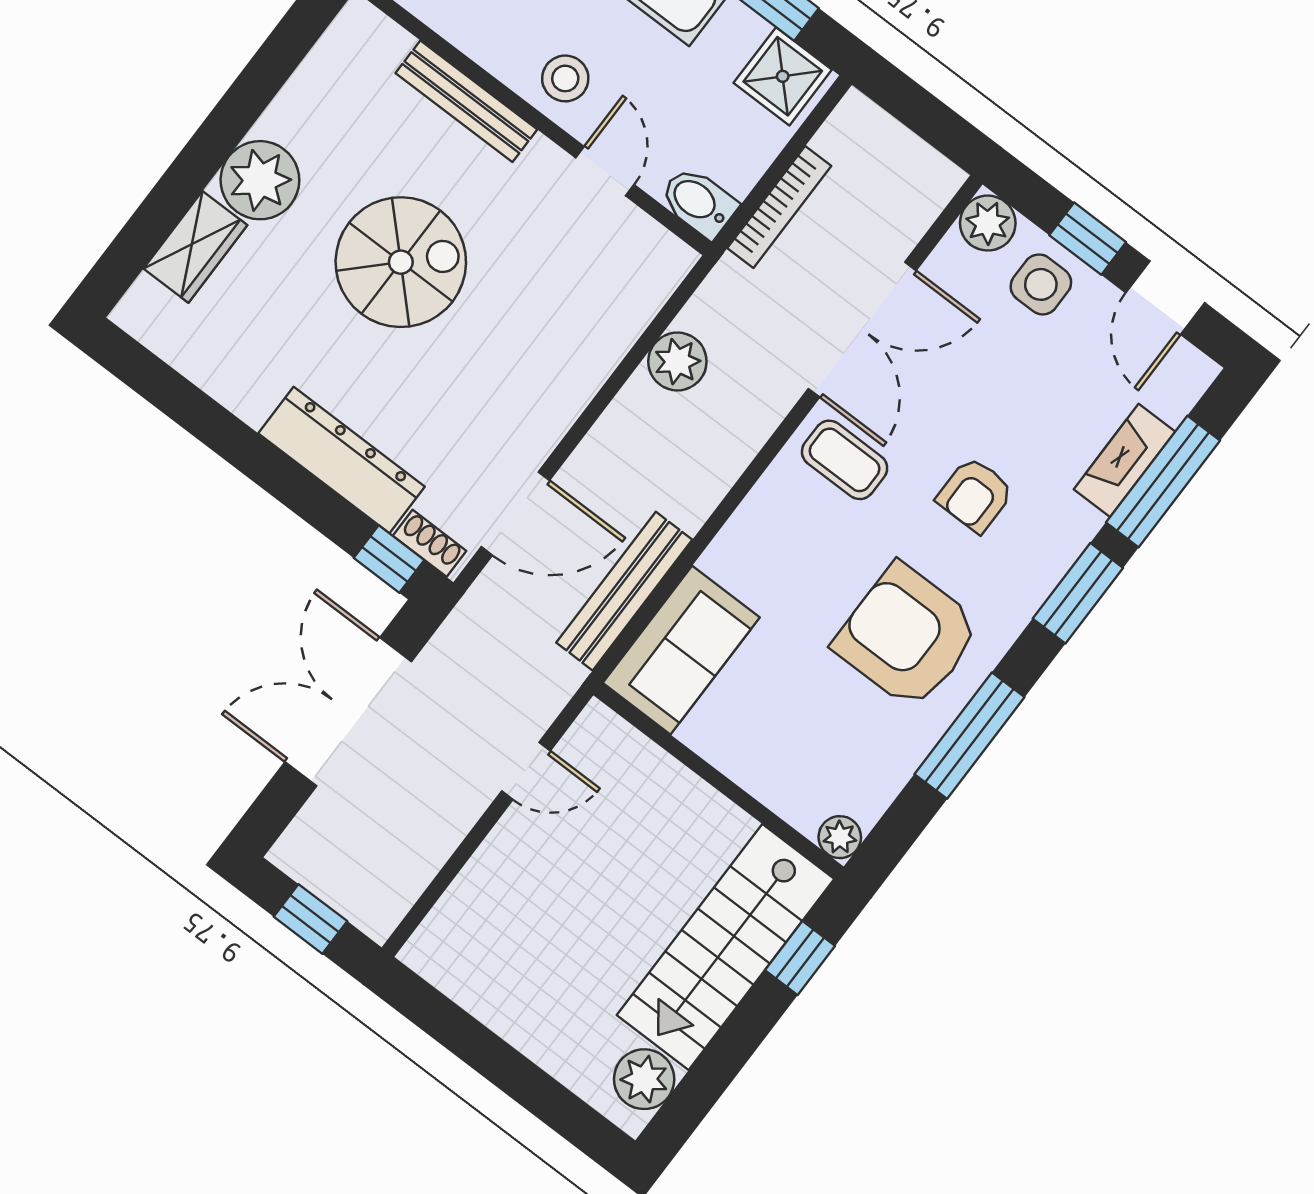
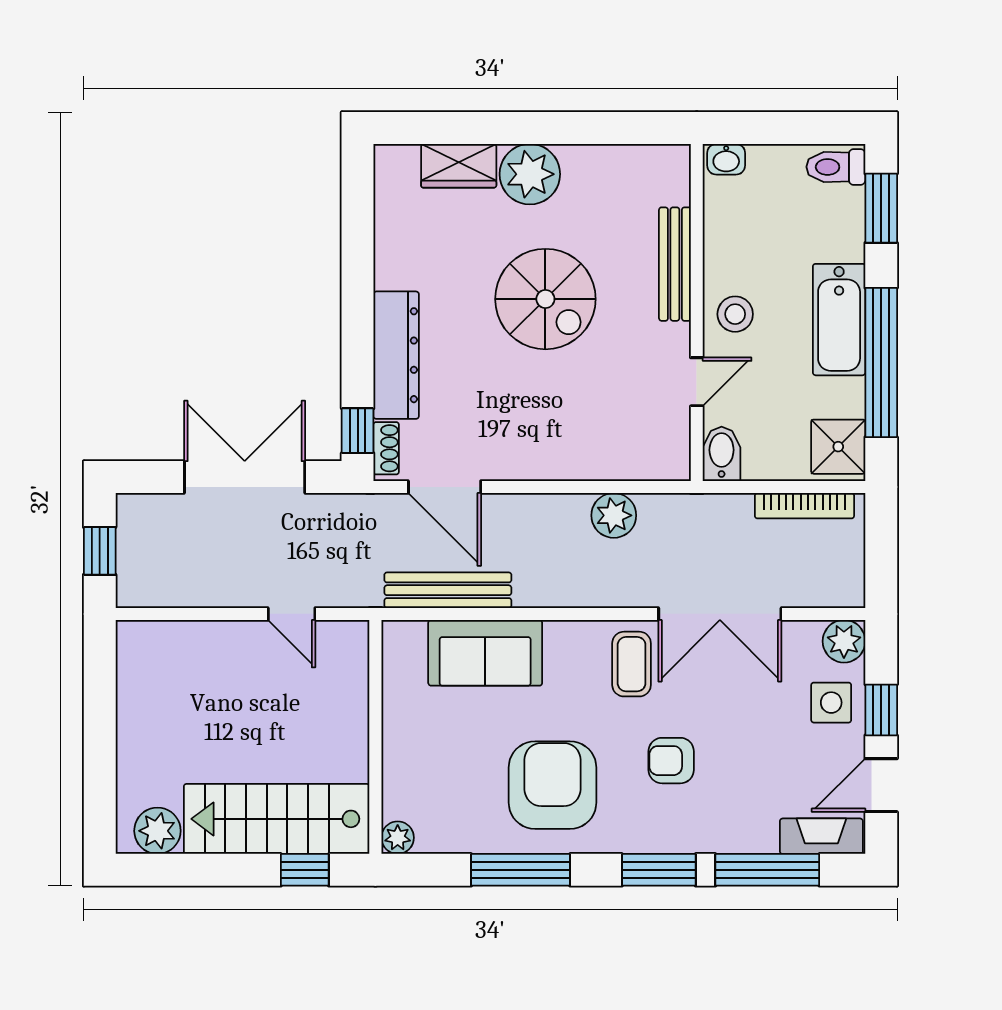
bookcase: (779, 207) -> (804, 506), moved
fireplace: (1124, 460) -> (821, 836), moved
sofa: (681, 650) -> (485, 653), moved

